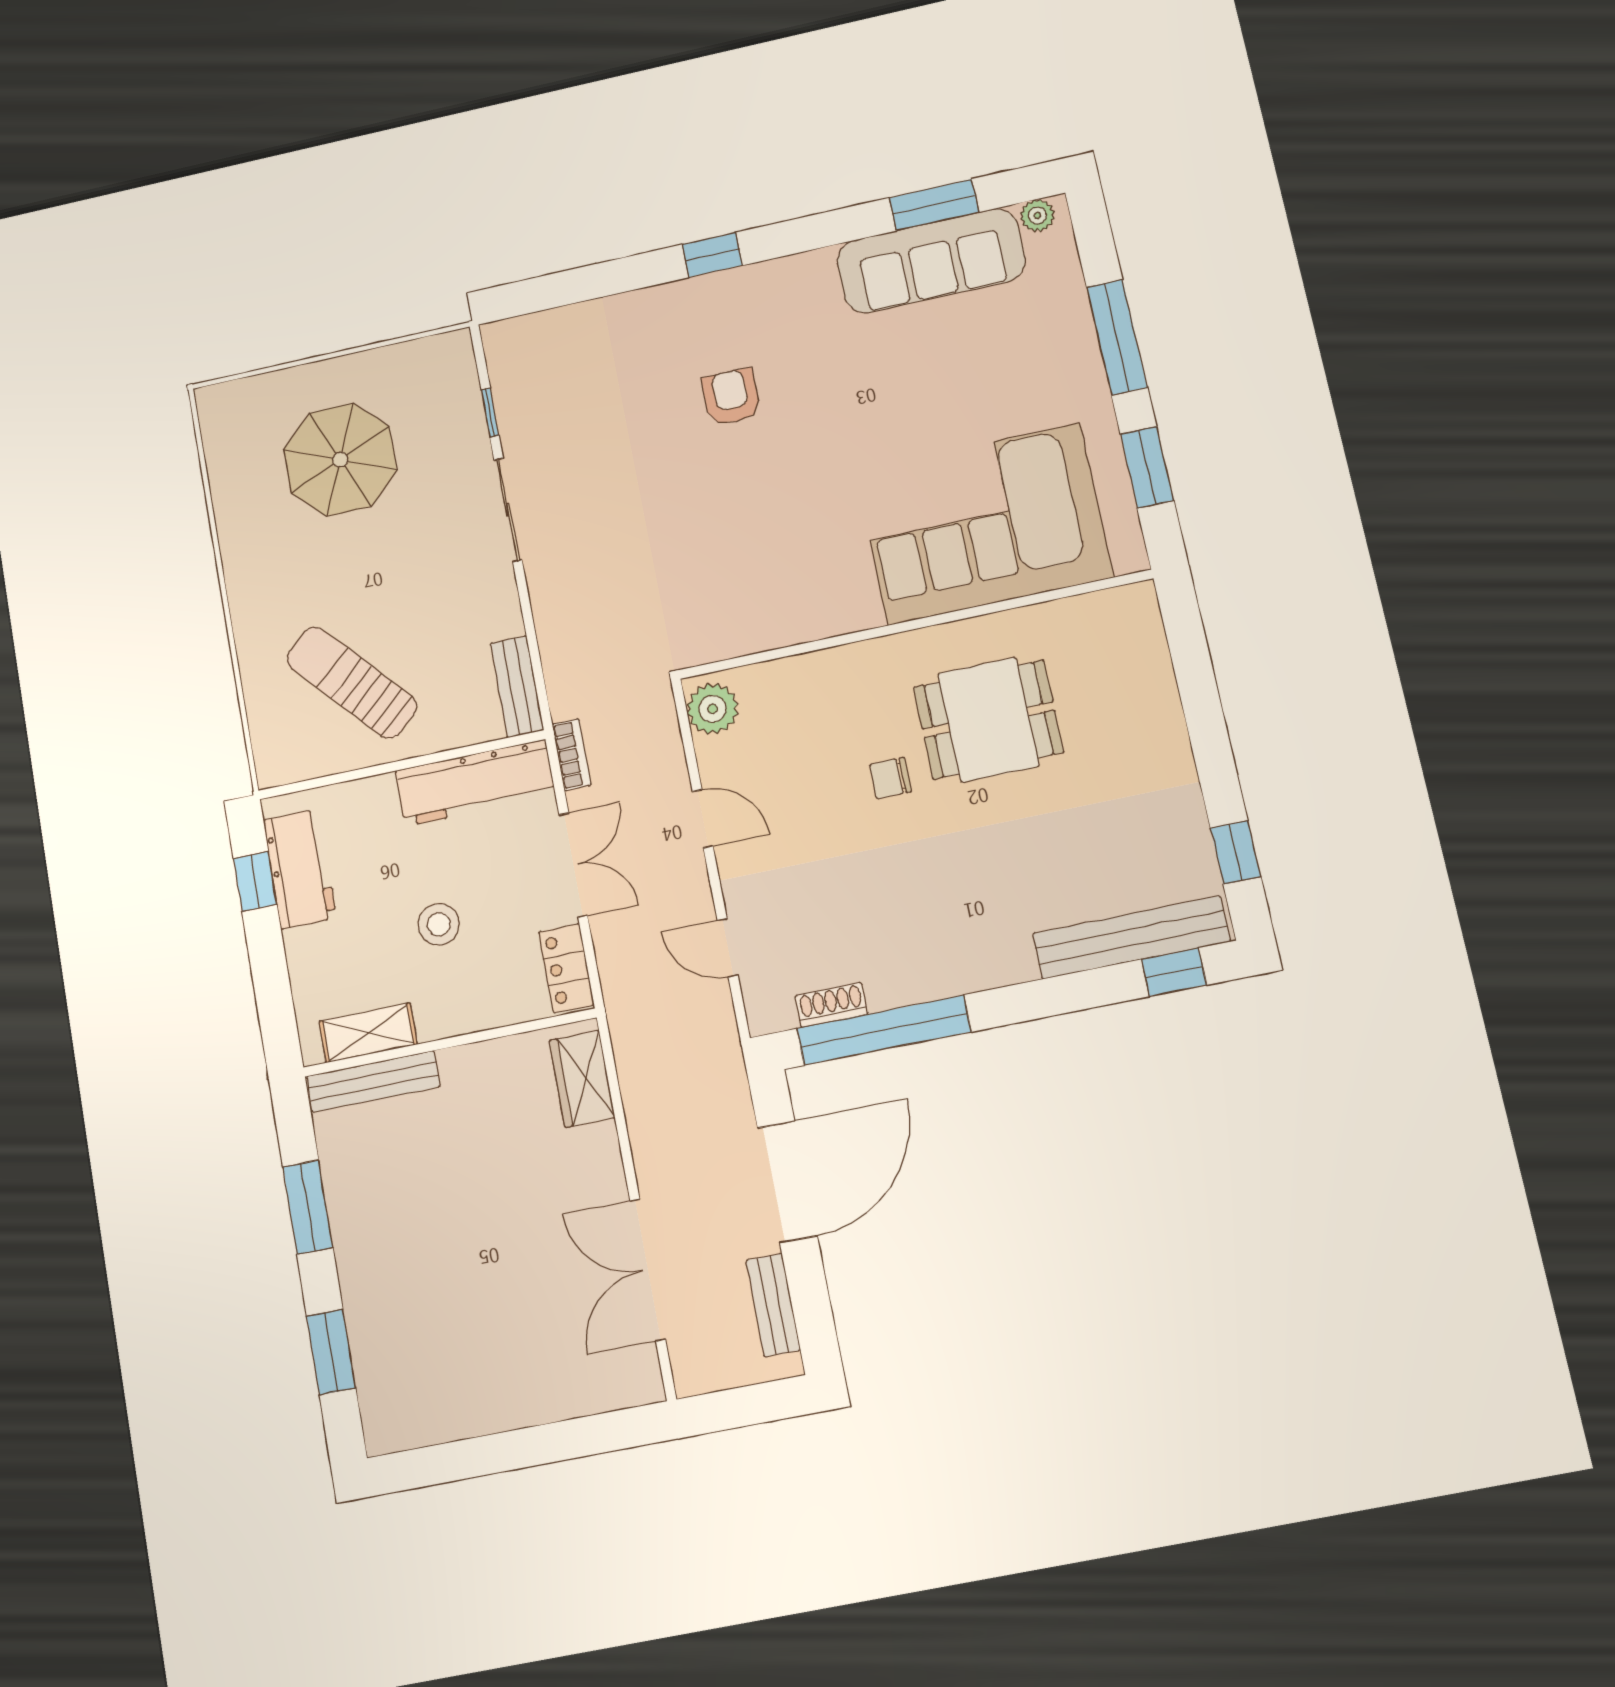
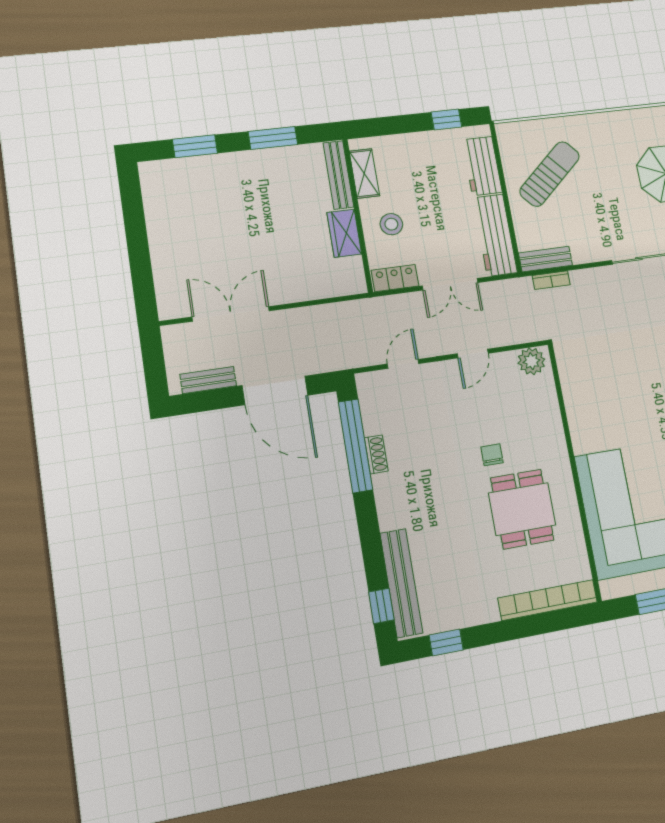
bookcase: (1153, 669) -> (548, 600), added
bookcase: (572, 755) -> (551, 280), moved
workbench: (300, 869) -> (482, 166), moved, turned 90
stool: (439, 924) -> (391, 224), moved
shoe rack: (831, 1005) -> (376, 454), moved
wardrobe: (582, 1079) -> (344, 233), moved, turned -90

